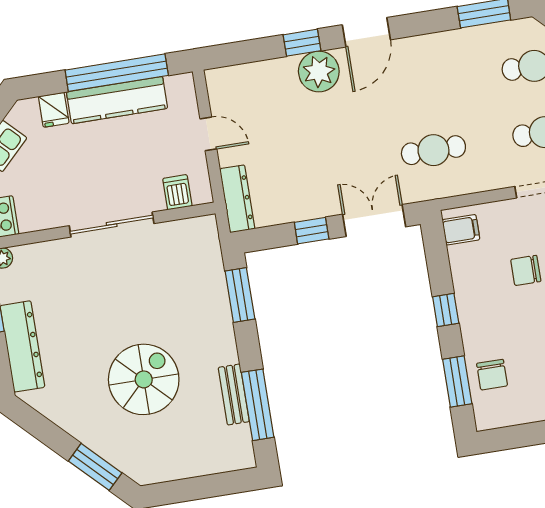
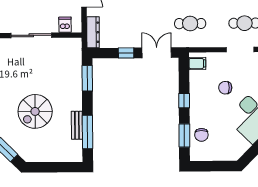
spiral stairs: (144, 379) -> (35, 111), turned 180

